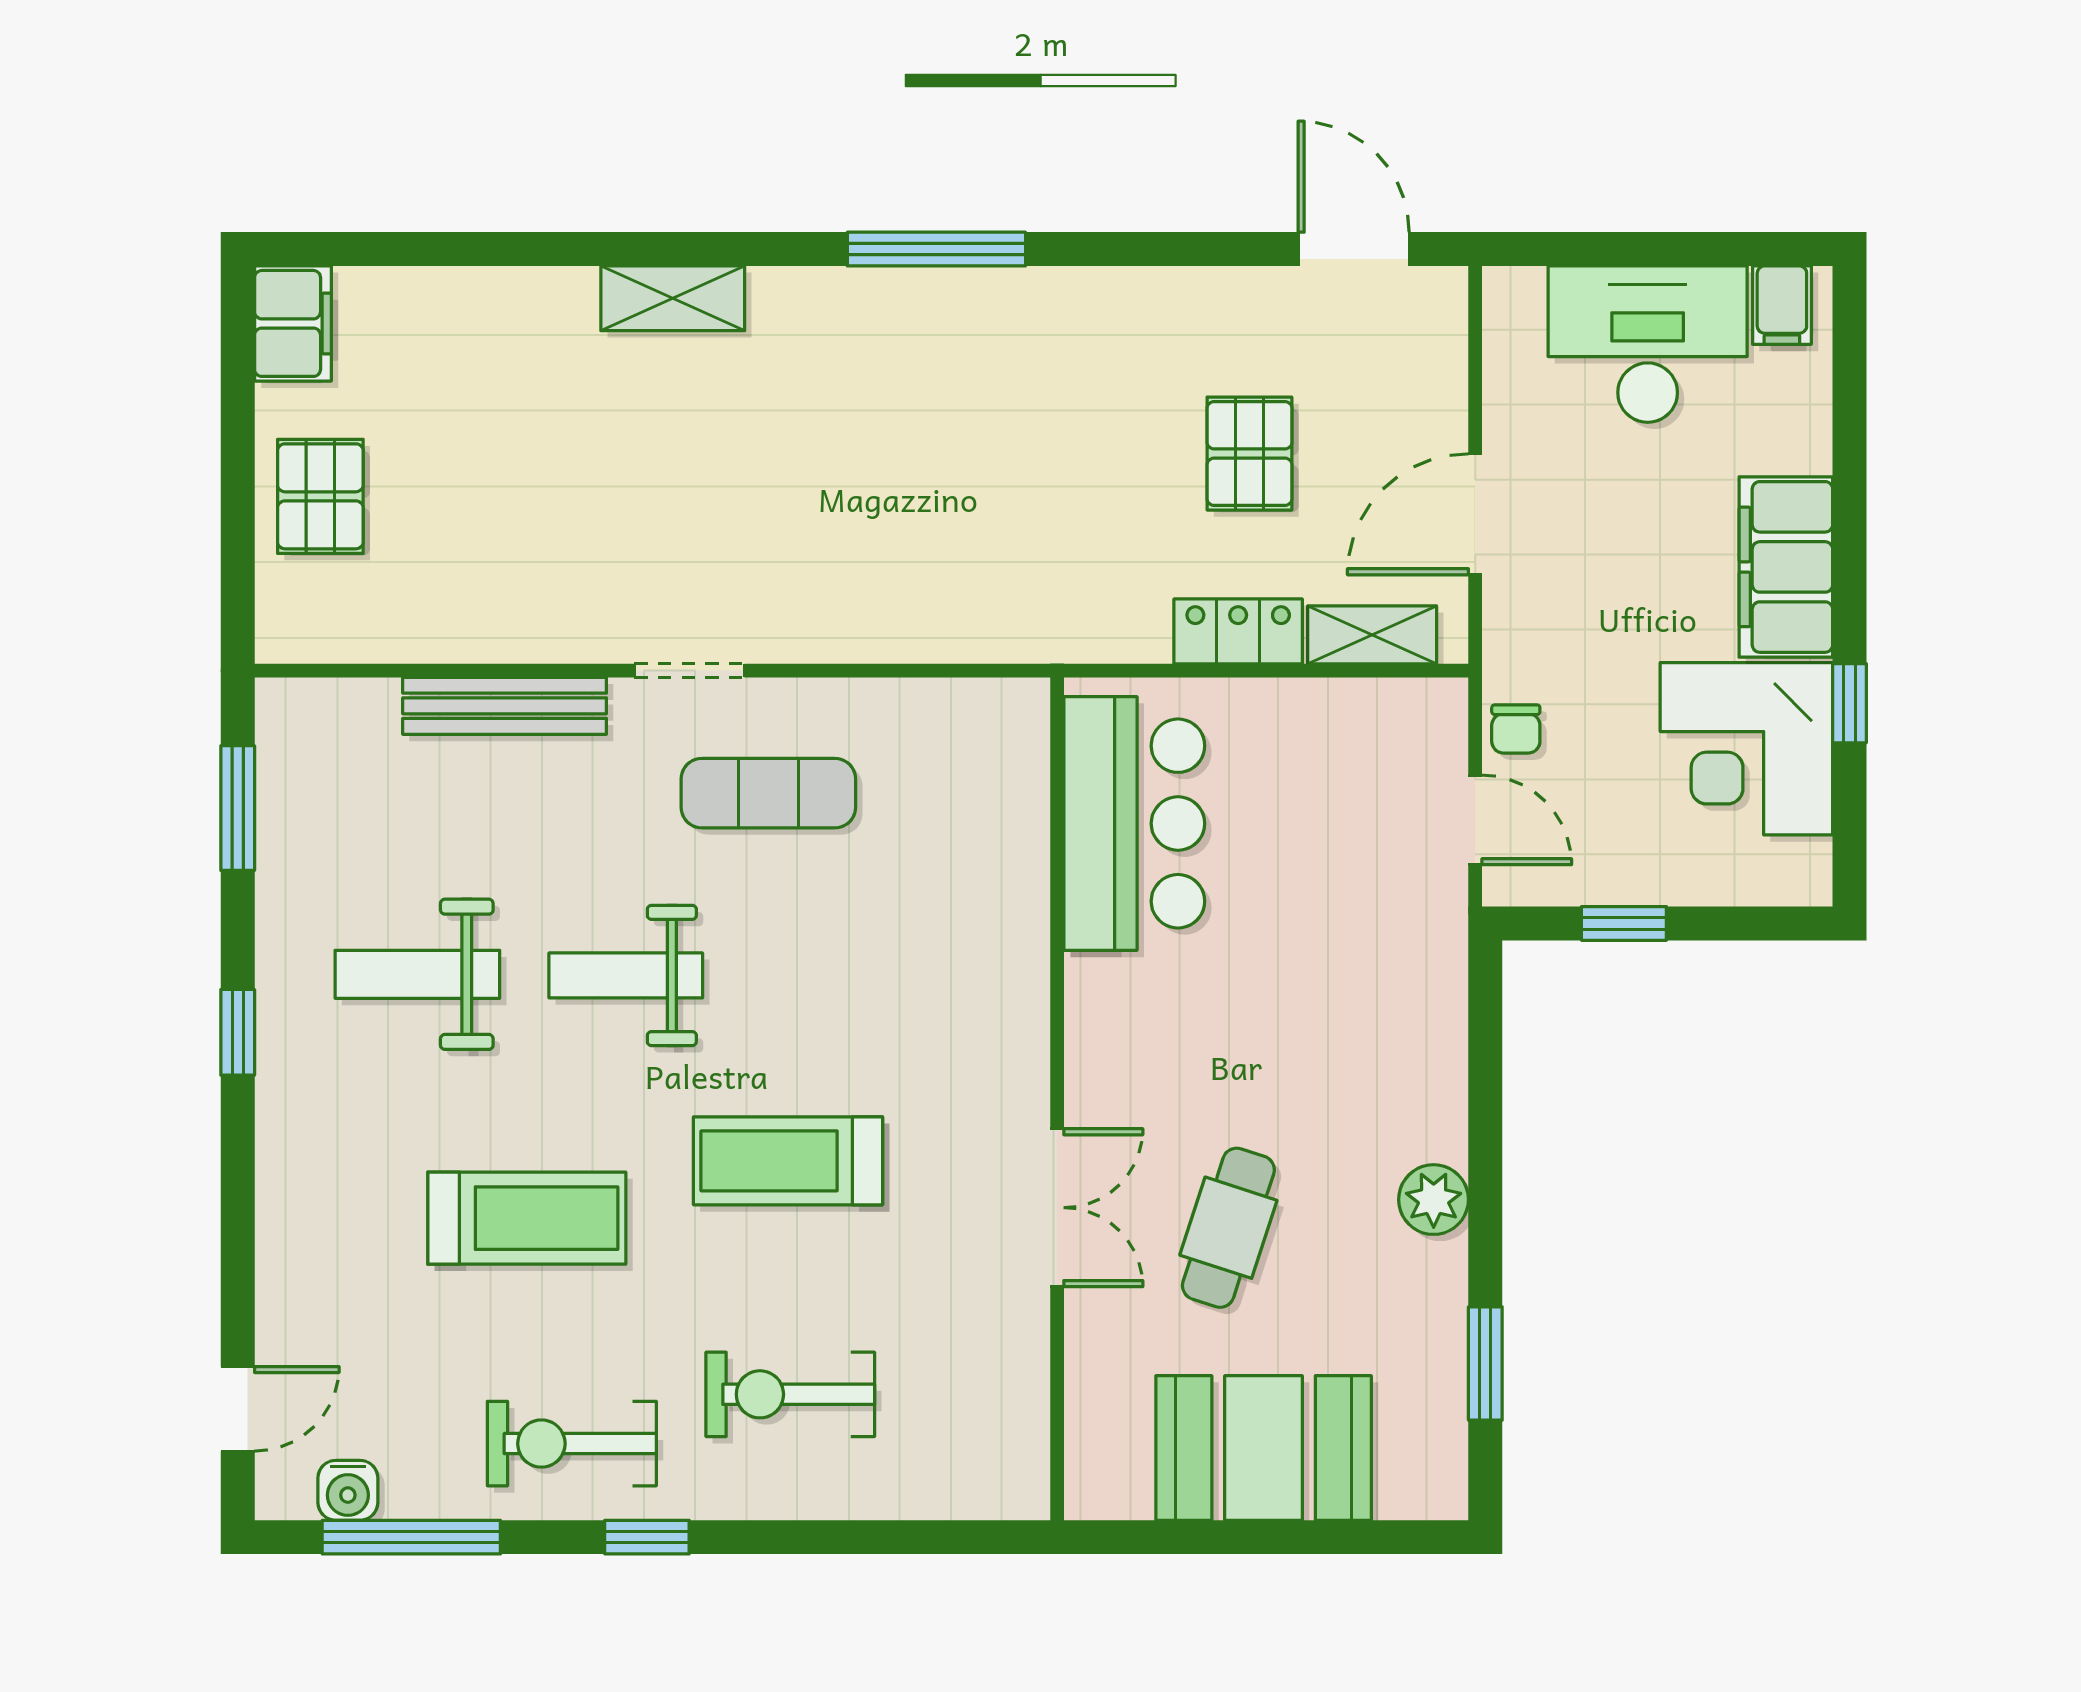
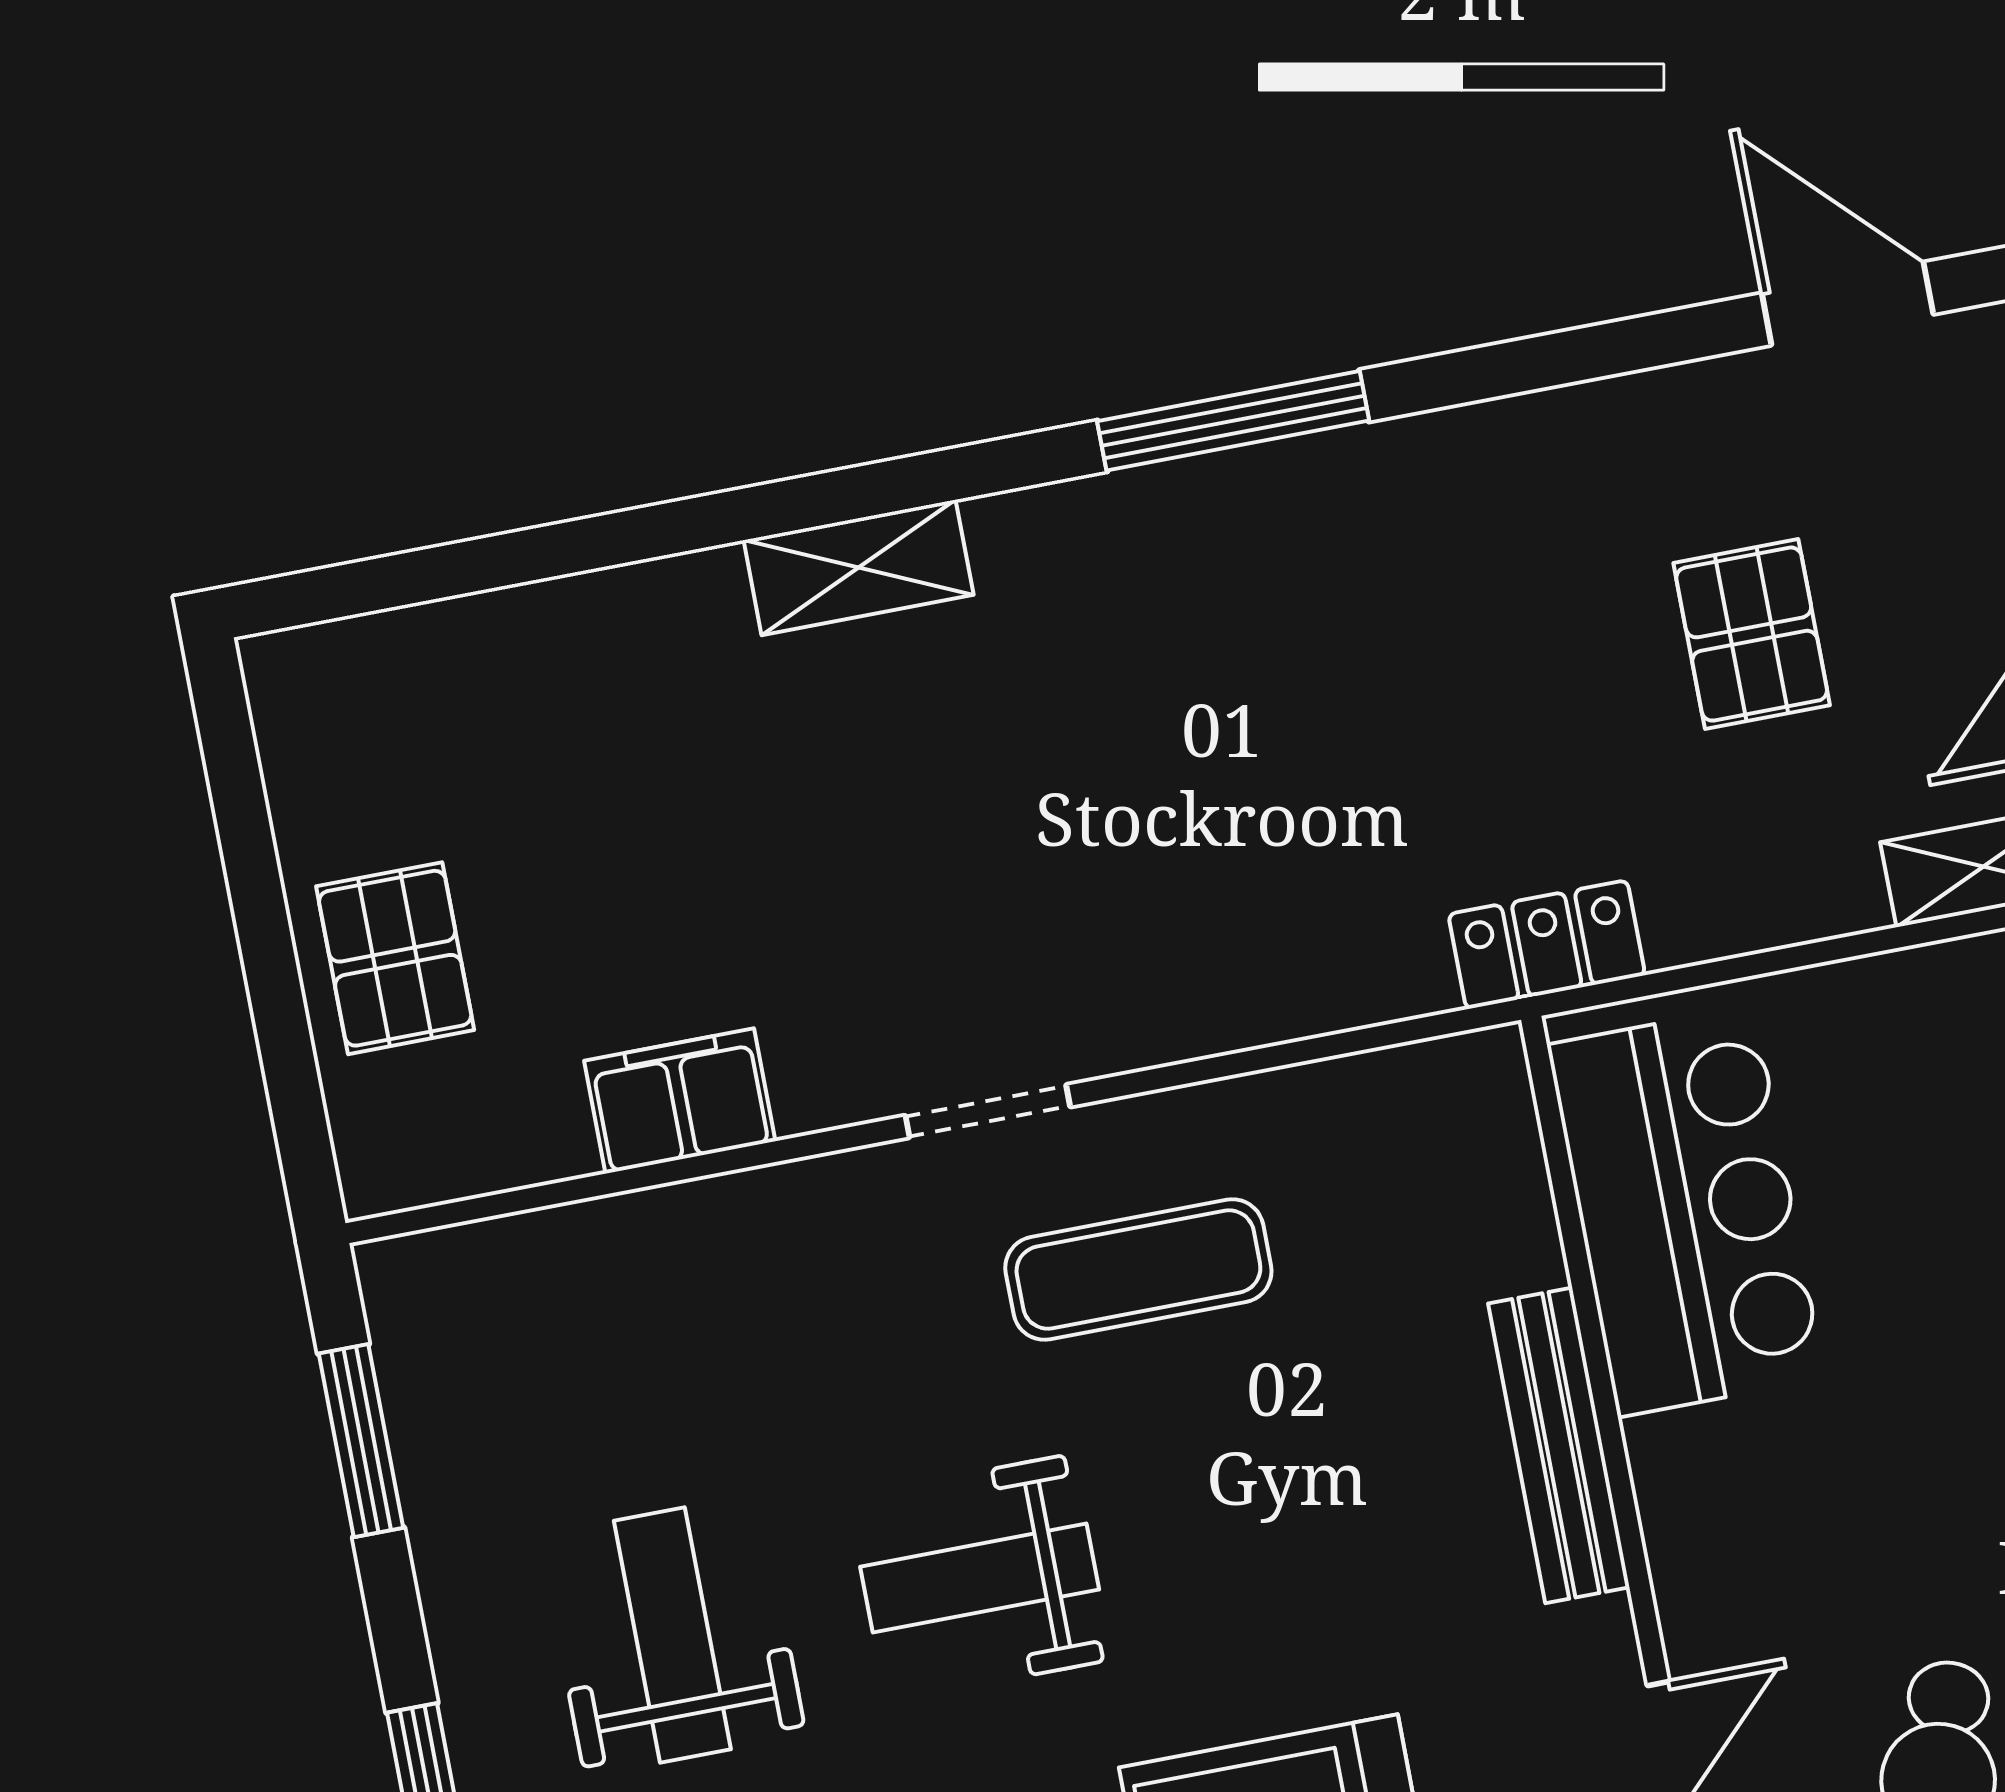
filing cabinet: (293, 323) -> (680, 1101), moved, turned -90
locker: (1238, 631) -> (1547, 945), moved
bench: (505, 706) -> (1559, 1445), moved, turned 90
weight bench: (417, 974) -> (672, 1635), turned 90

